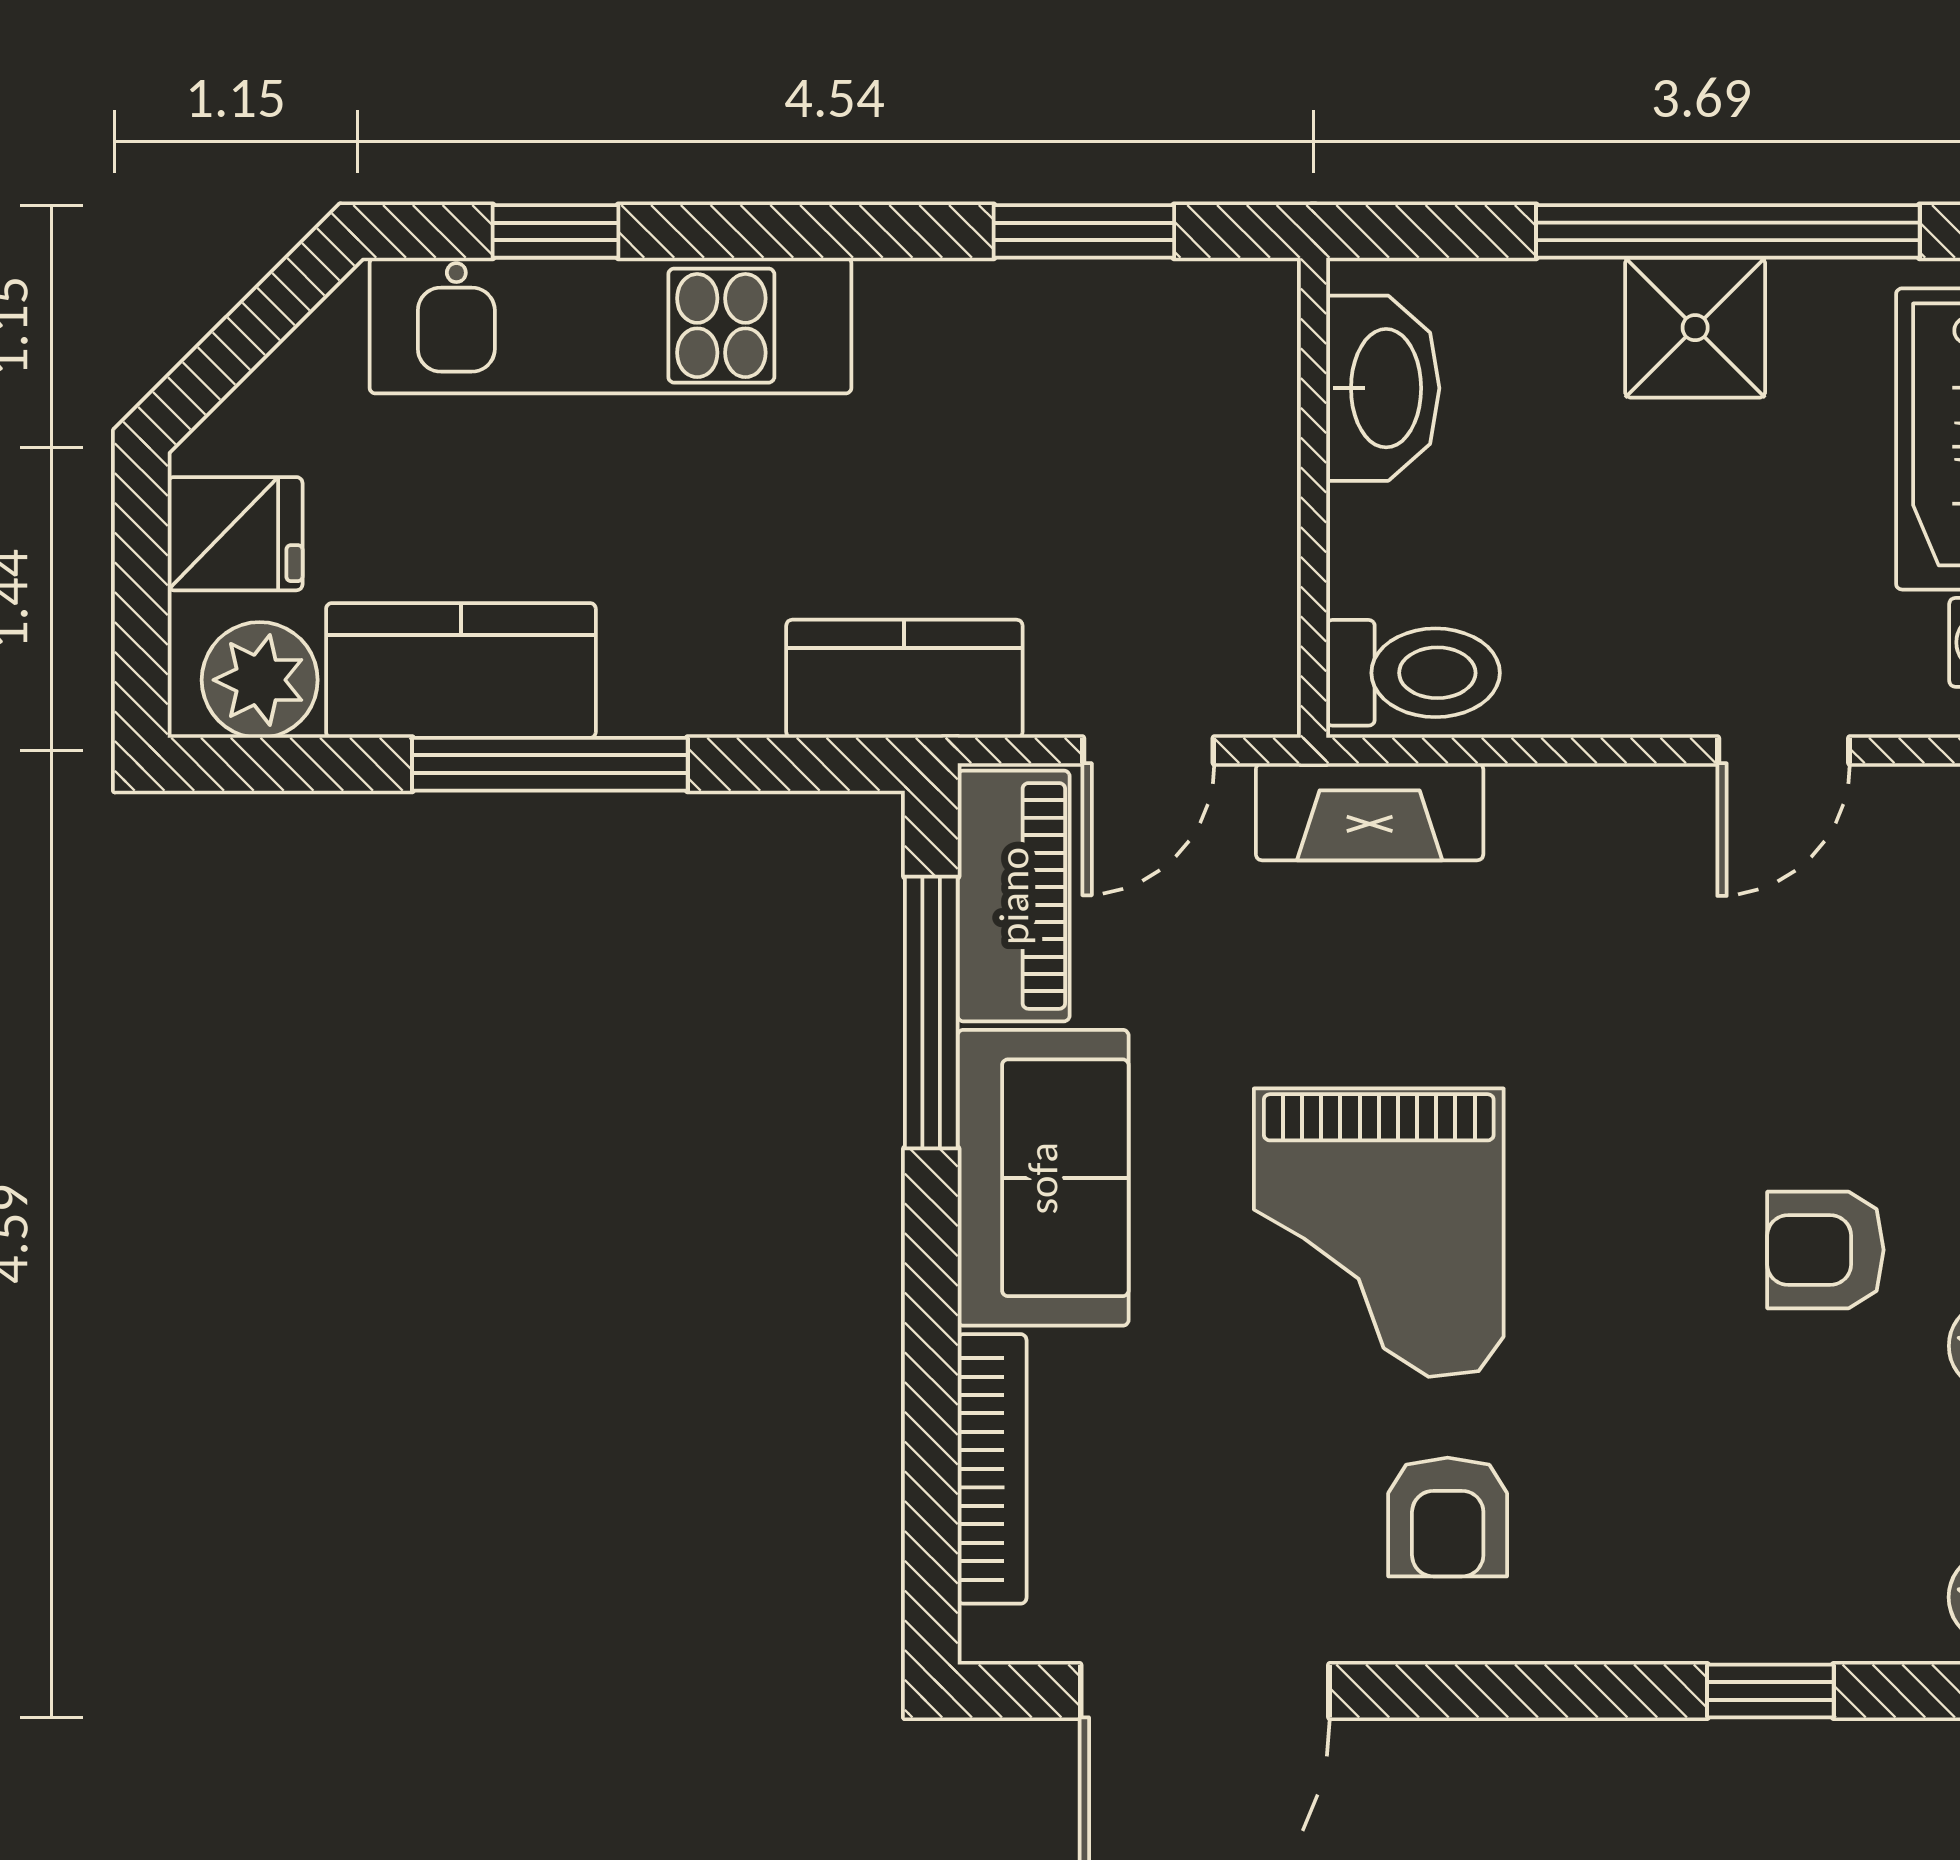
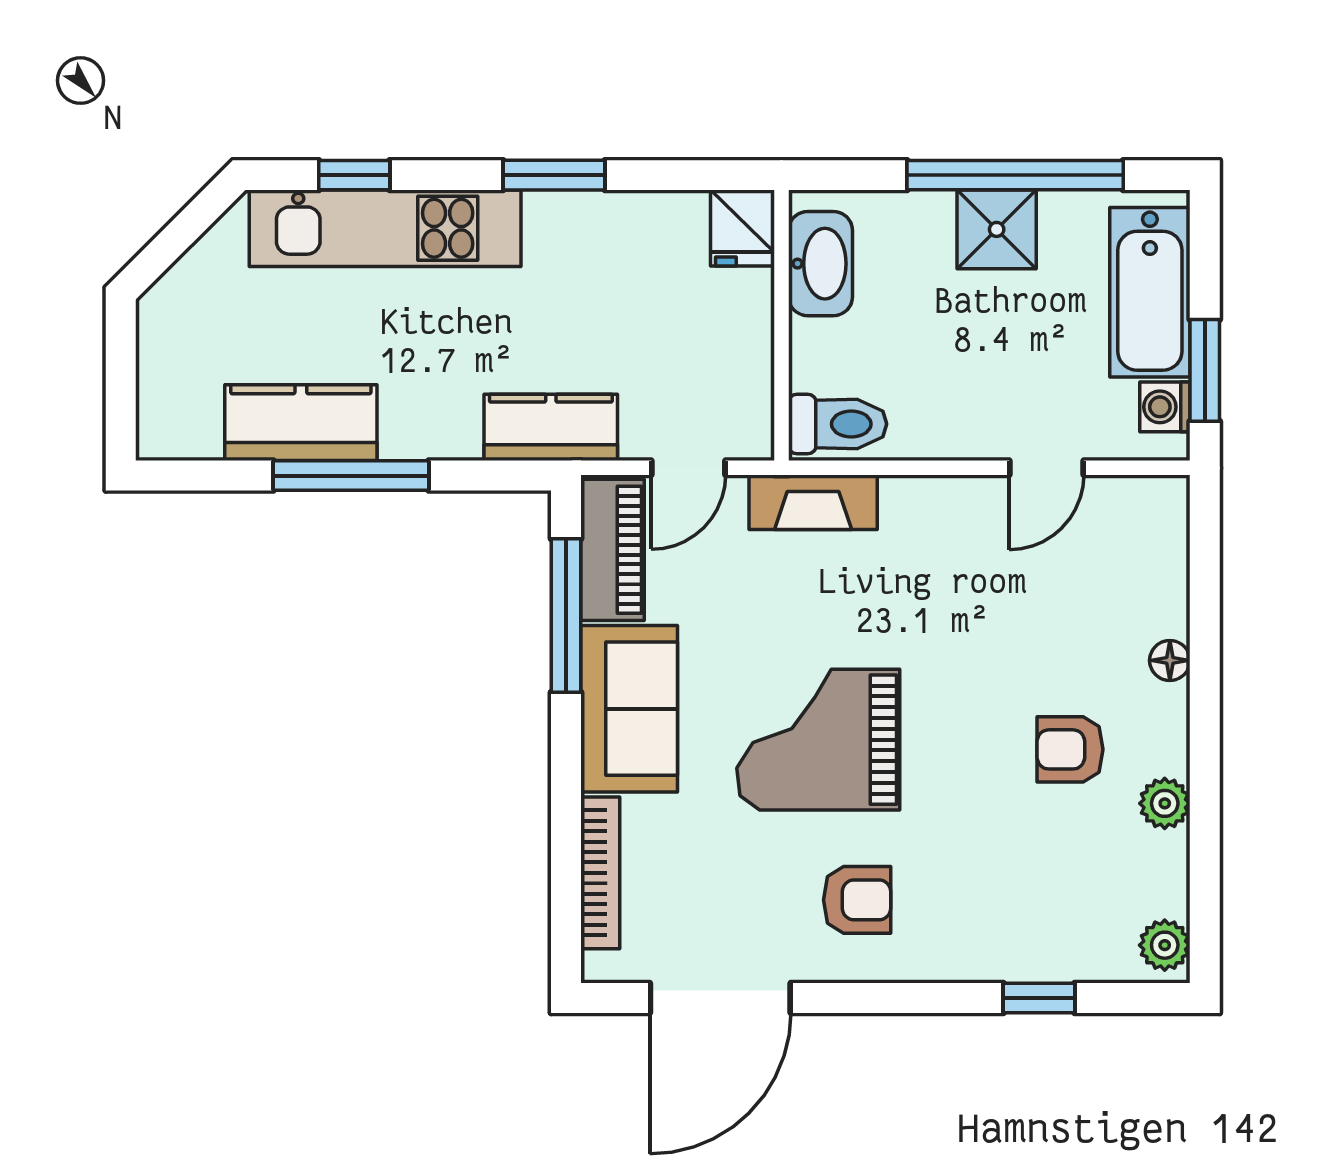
window: (1084, 231) -> (554, 175), moved
fridge: (235, 534) -> (742, 228), moved, turned 90
plant: (260, 680) -> (187, 428), removed
grand piano: (1379, 1233) -> (818, 740), turned 90
armchair: (1448, 1517) -> (857, 900), turned -90

